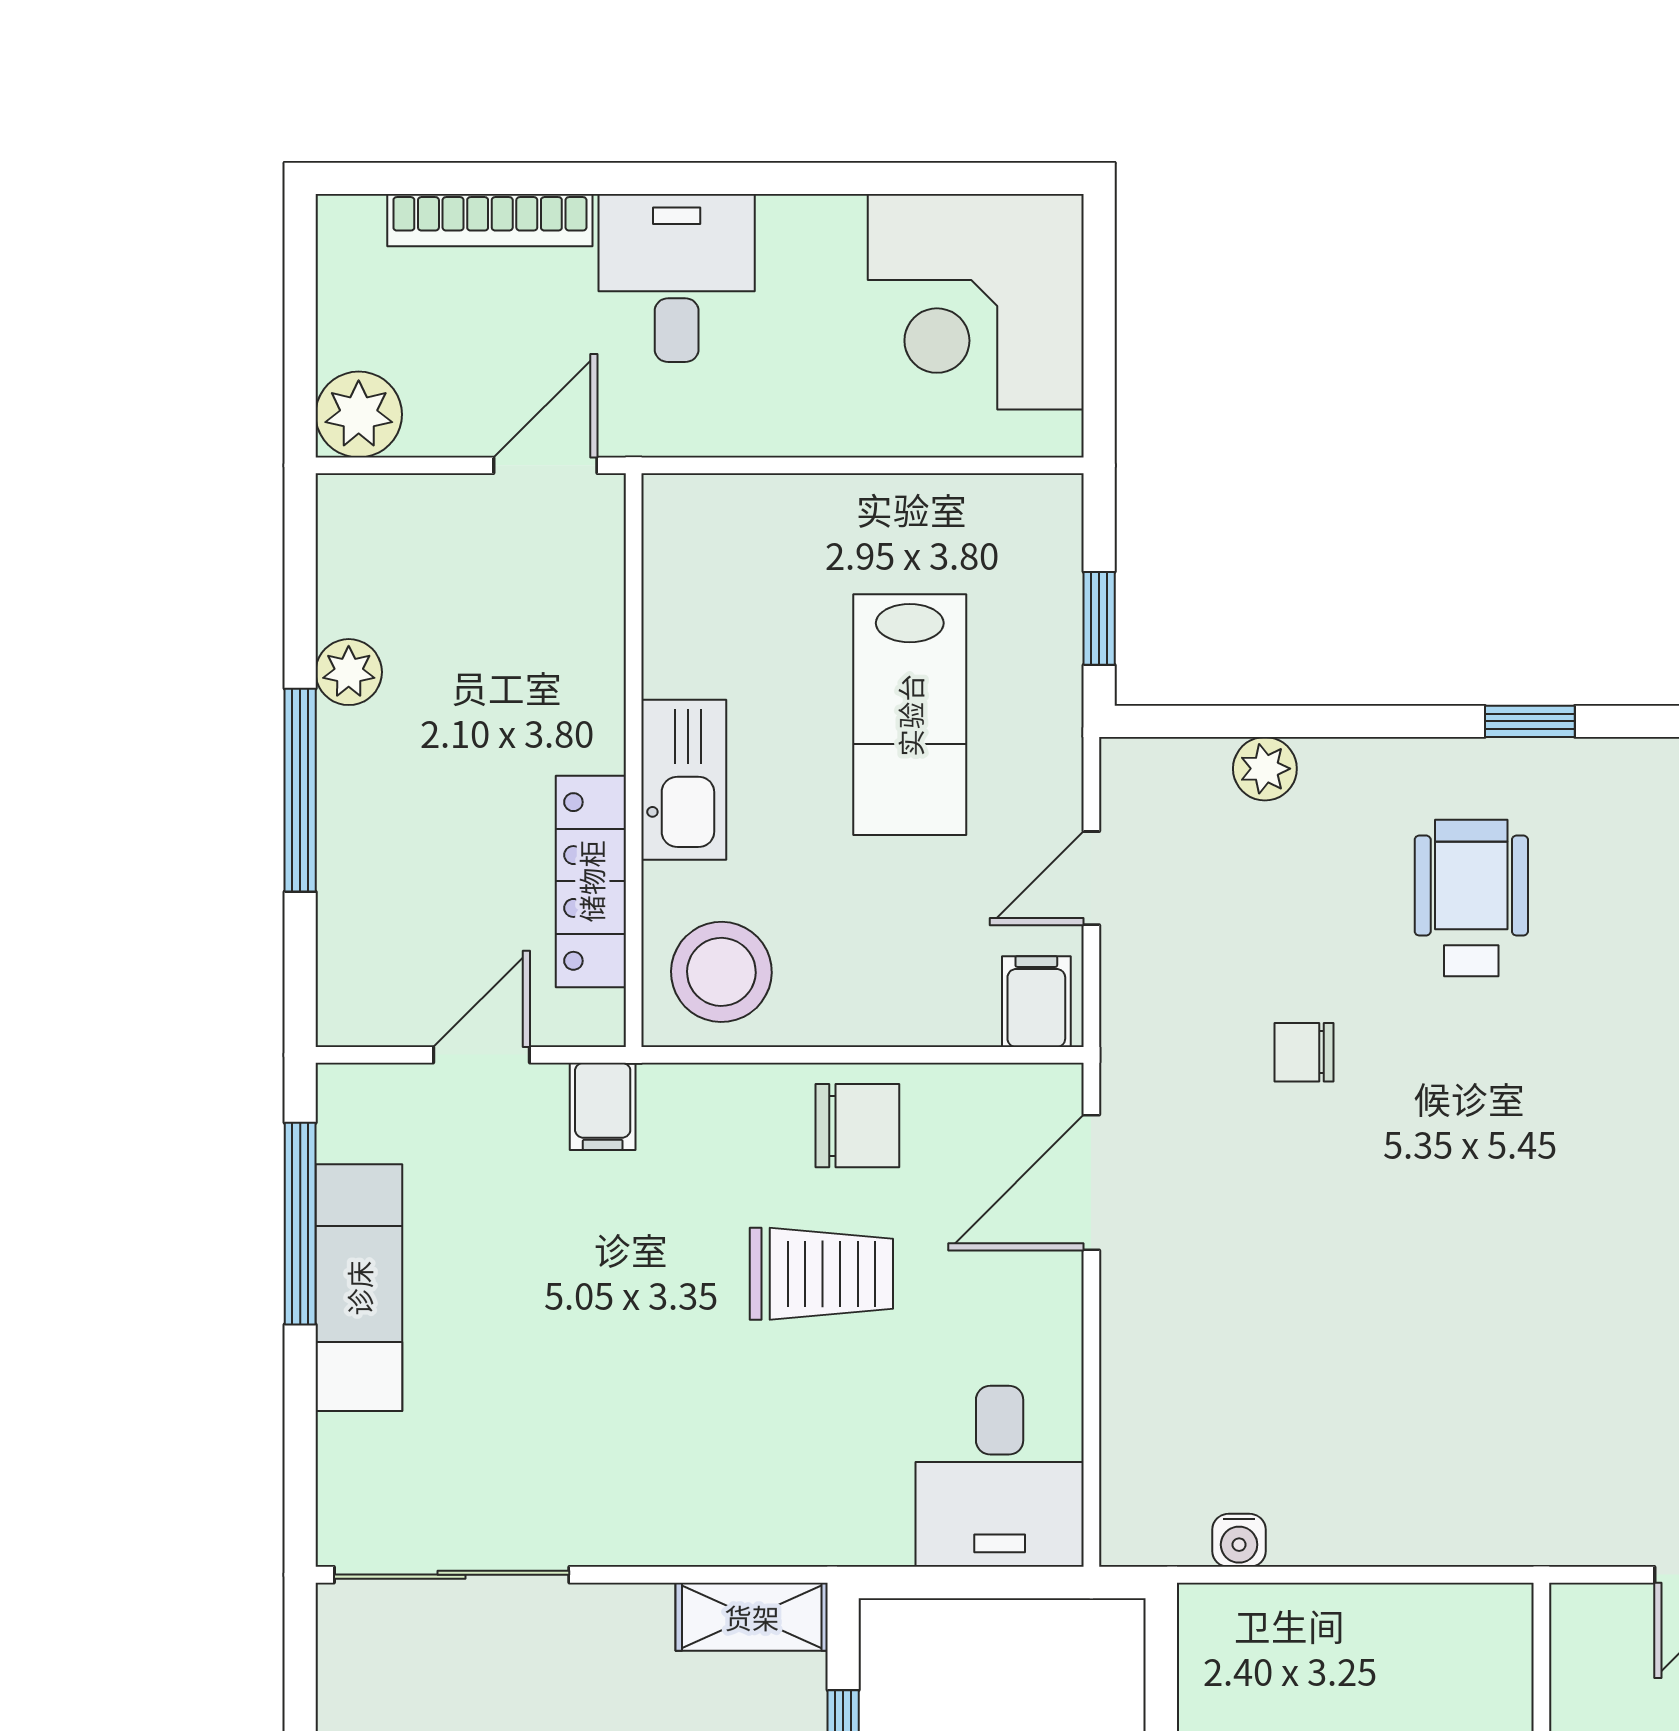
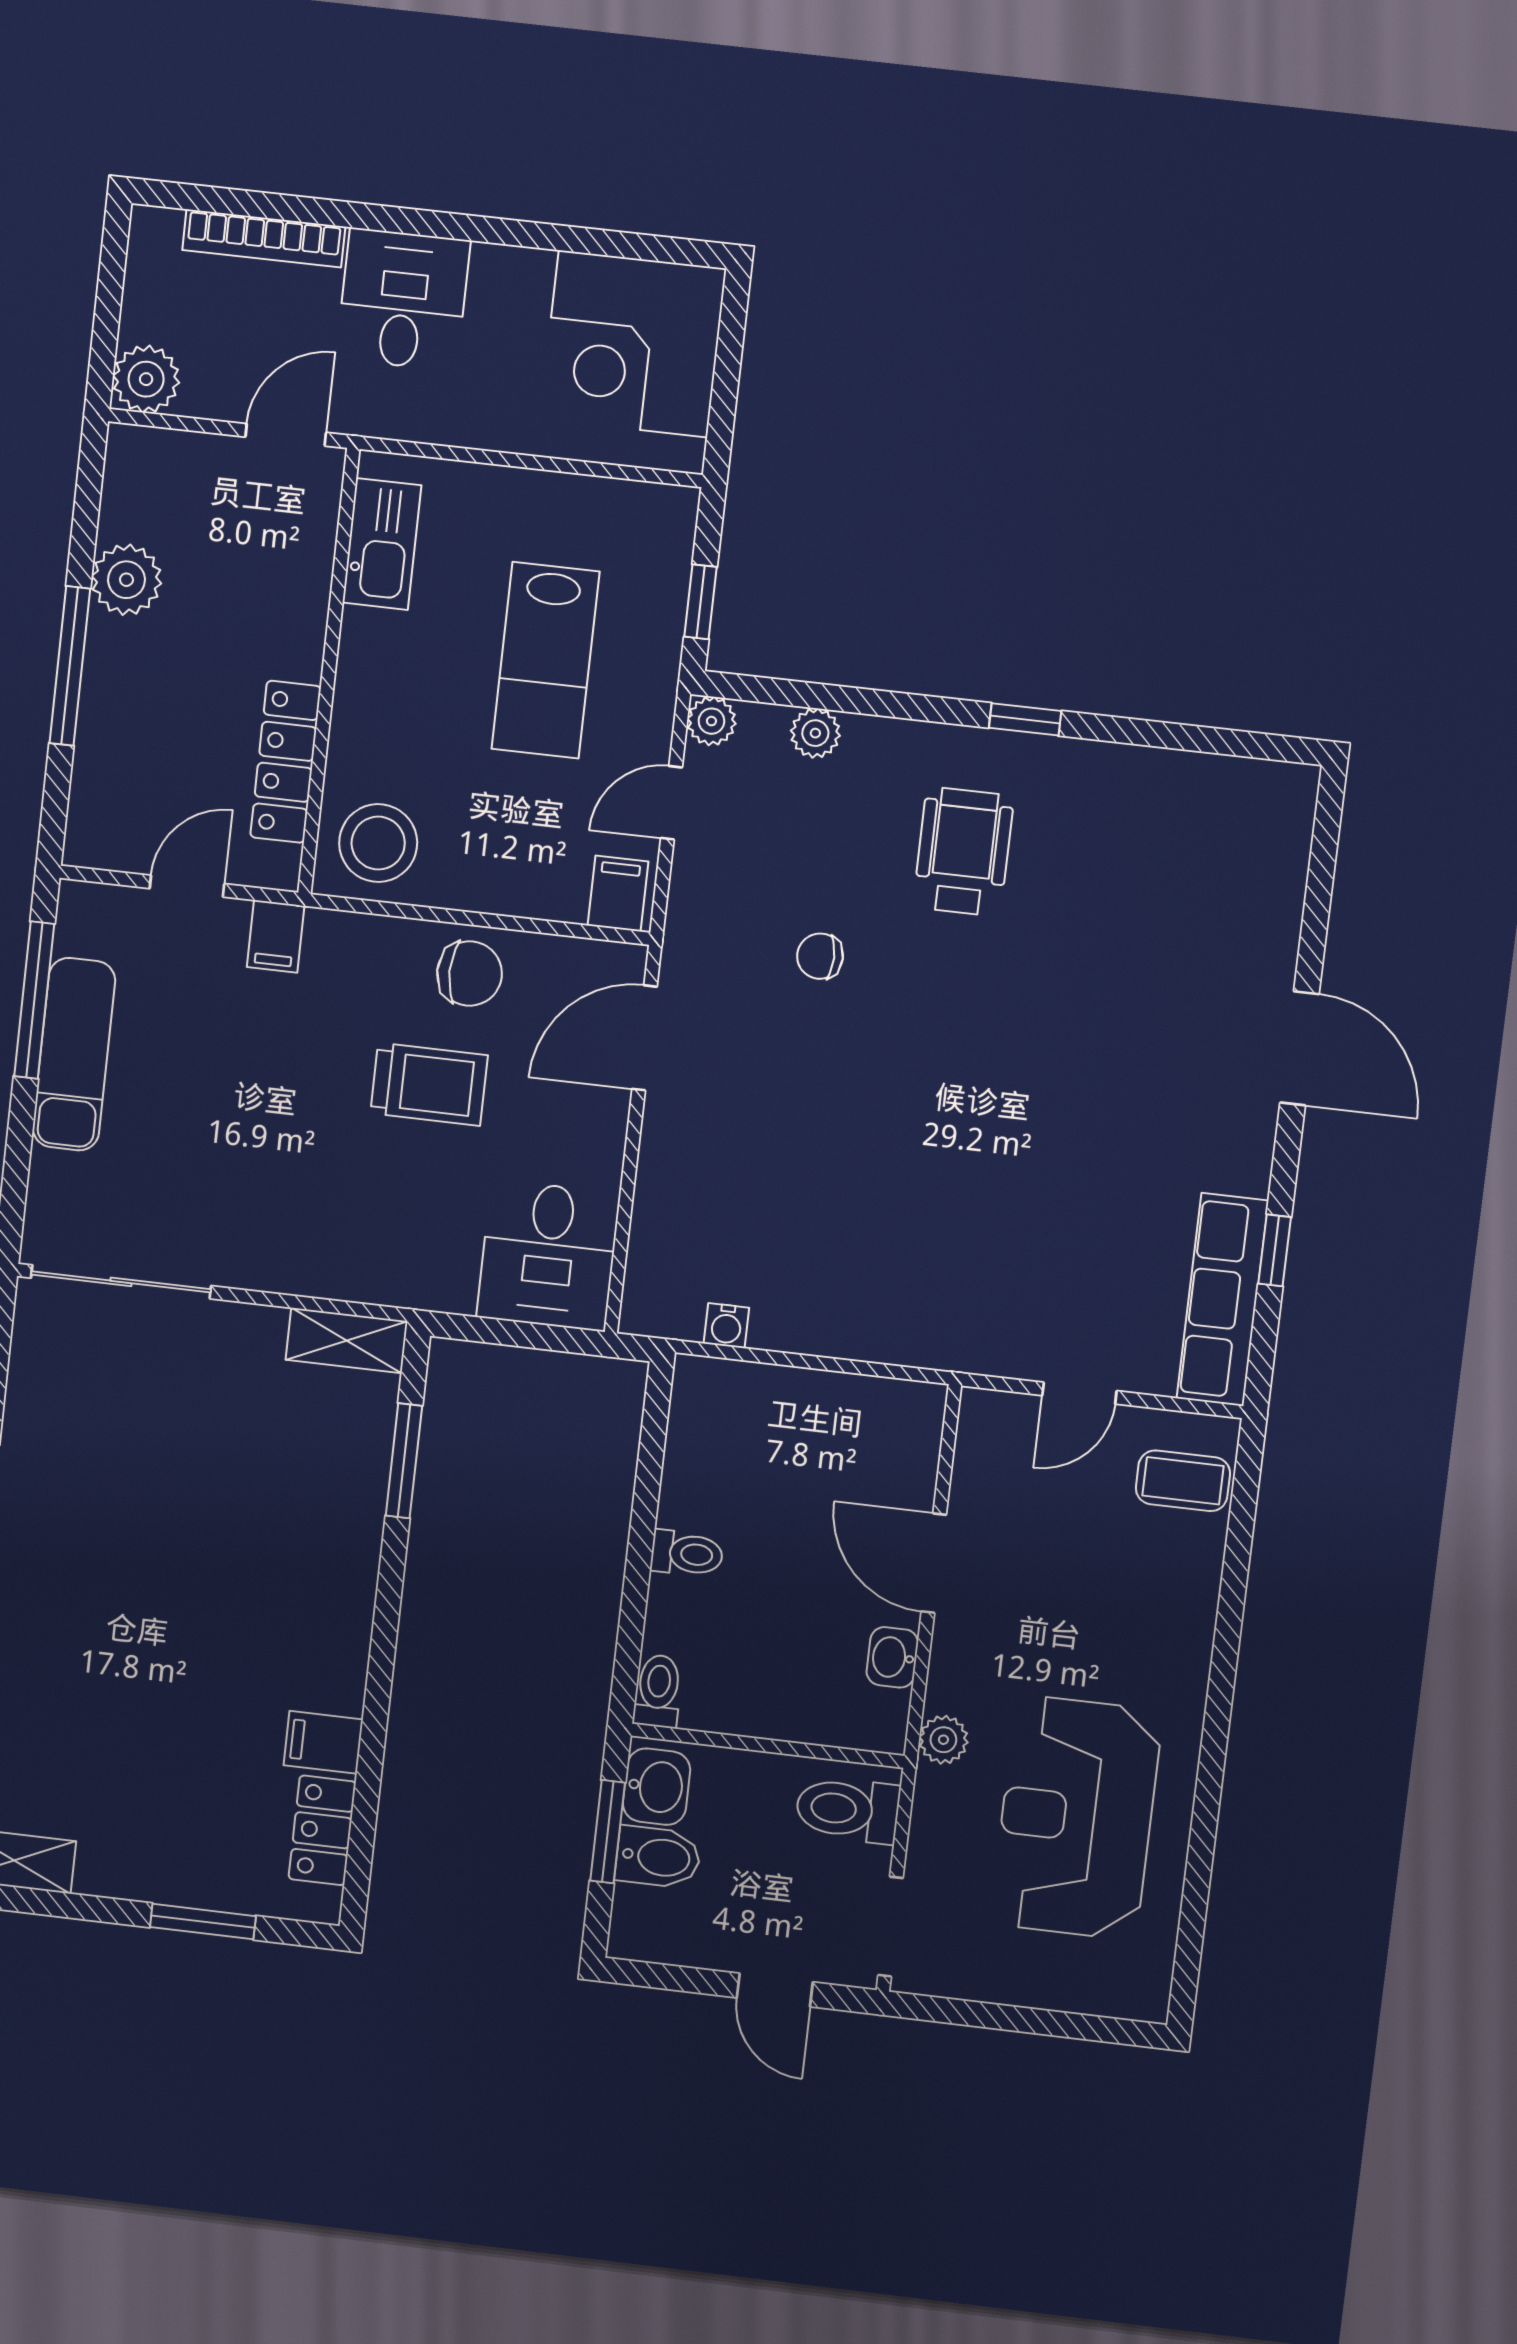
plant: (349, 672) -> (126, 580), width x1.38, depth x1.38
plant: (1131, 768) -> (711, 721), added
kitchen sink: (684, 780) -> (382, 544), moved

